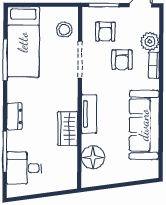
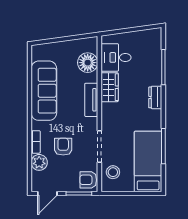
armchair: (105, 32) -> (88, 180), moved, turned -90
desk: (24, 168) -> (116, 57), moved, turned 180

